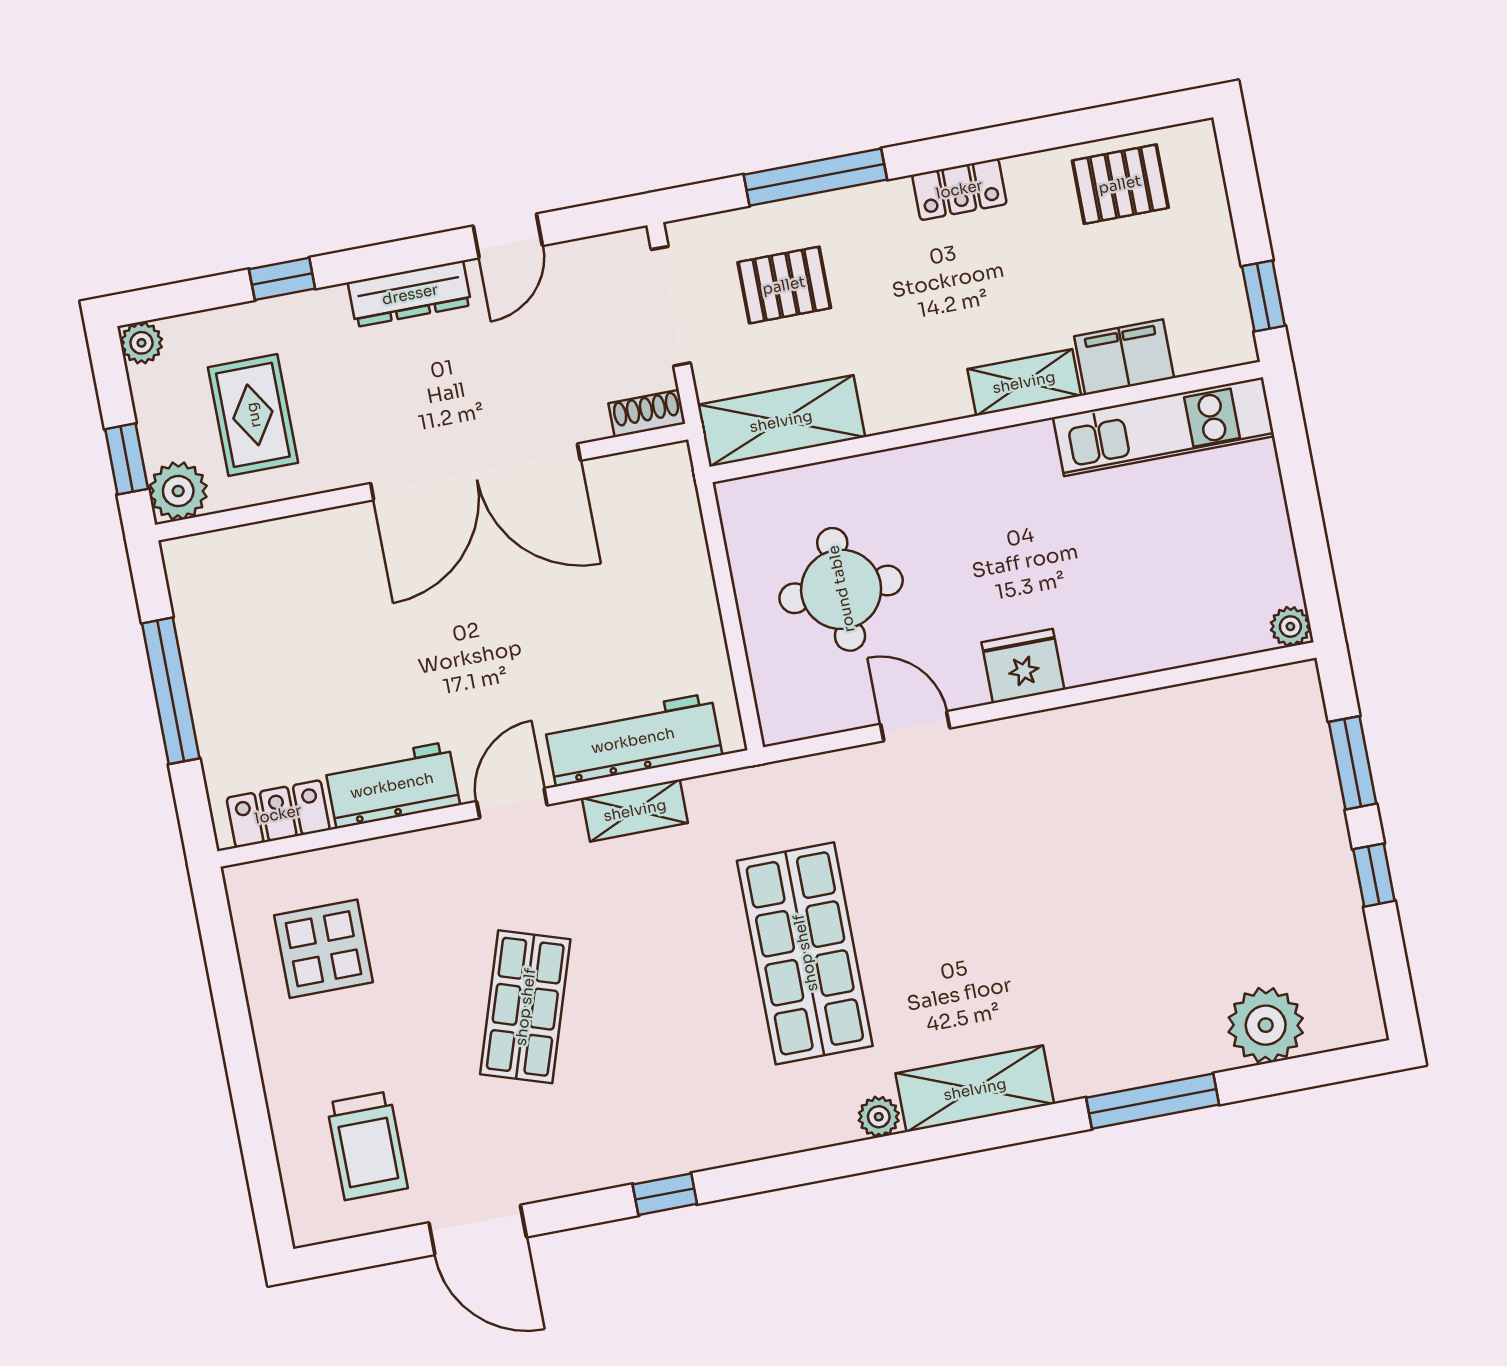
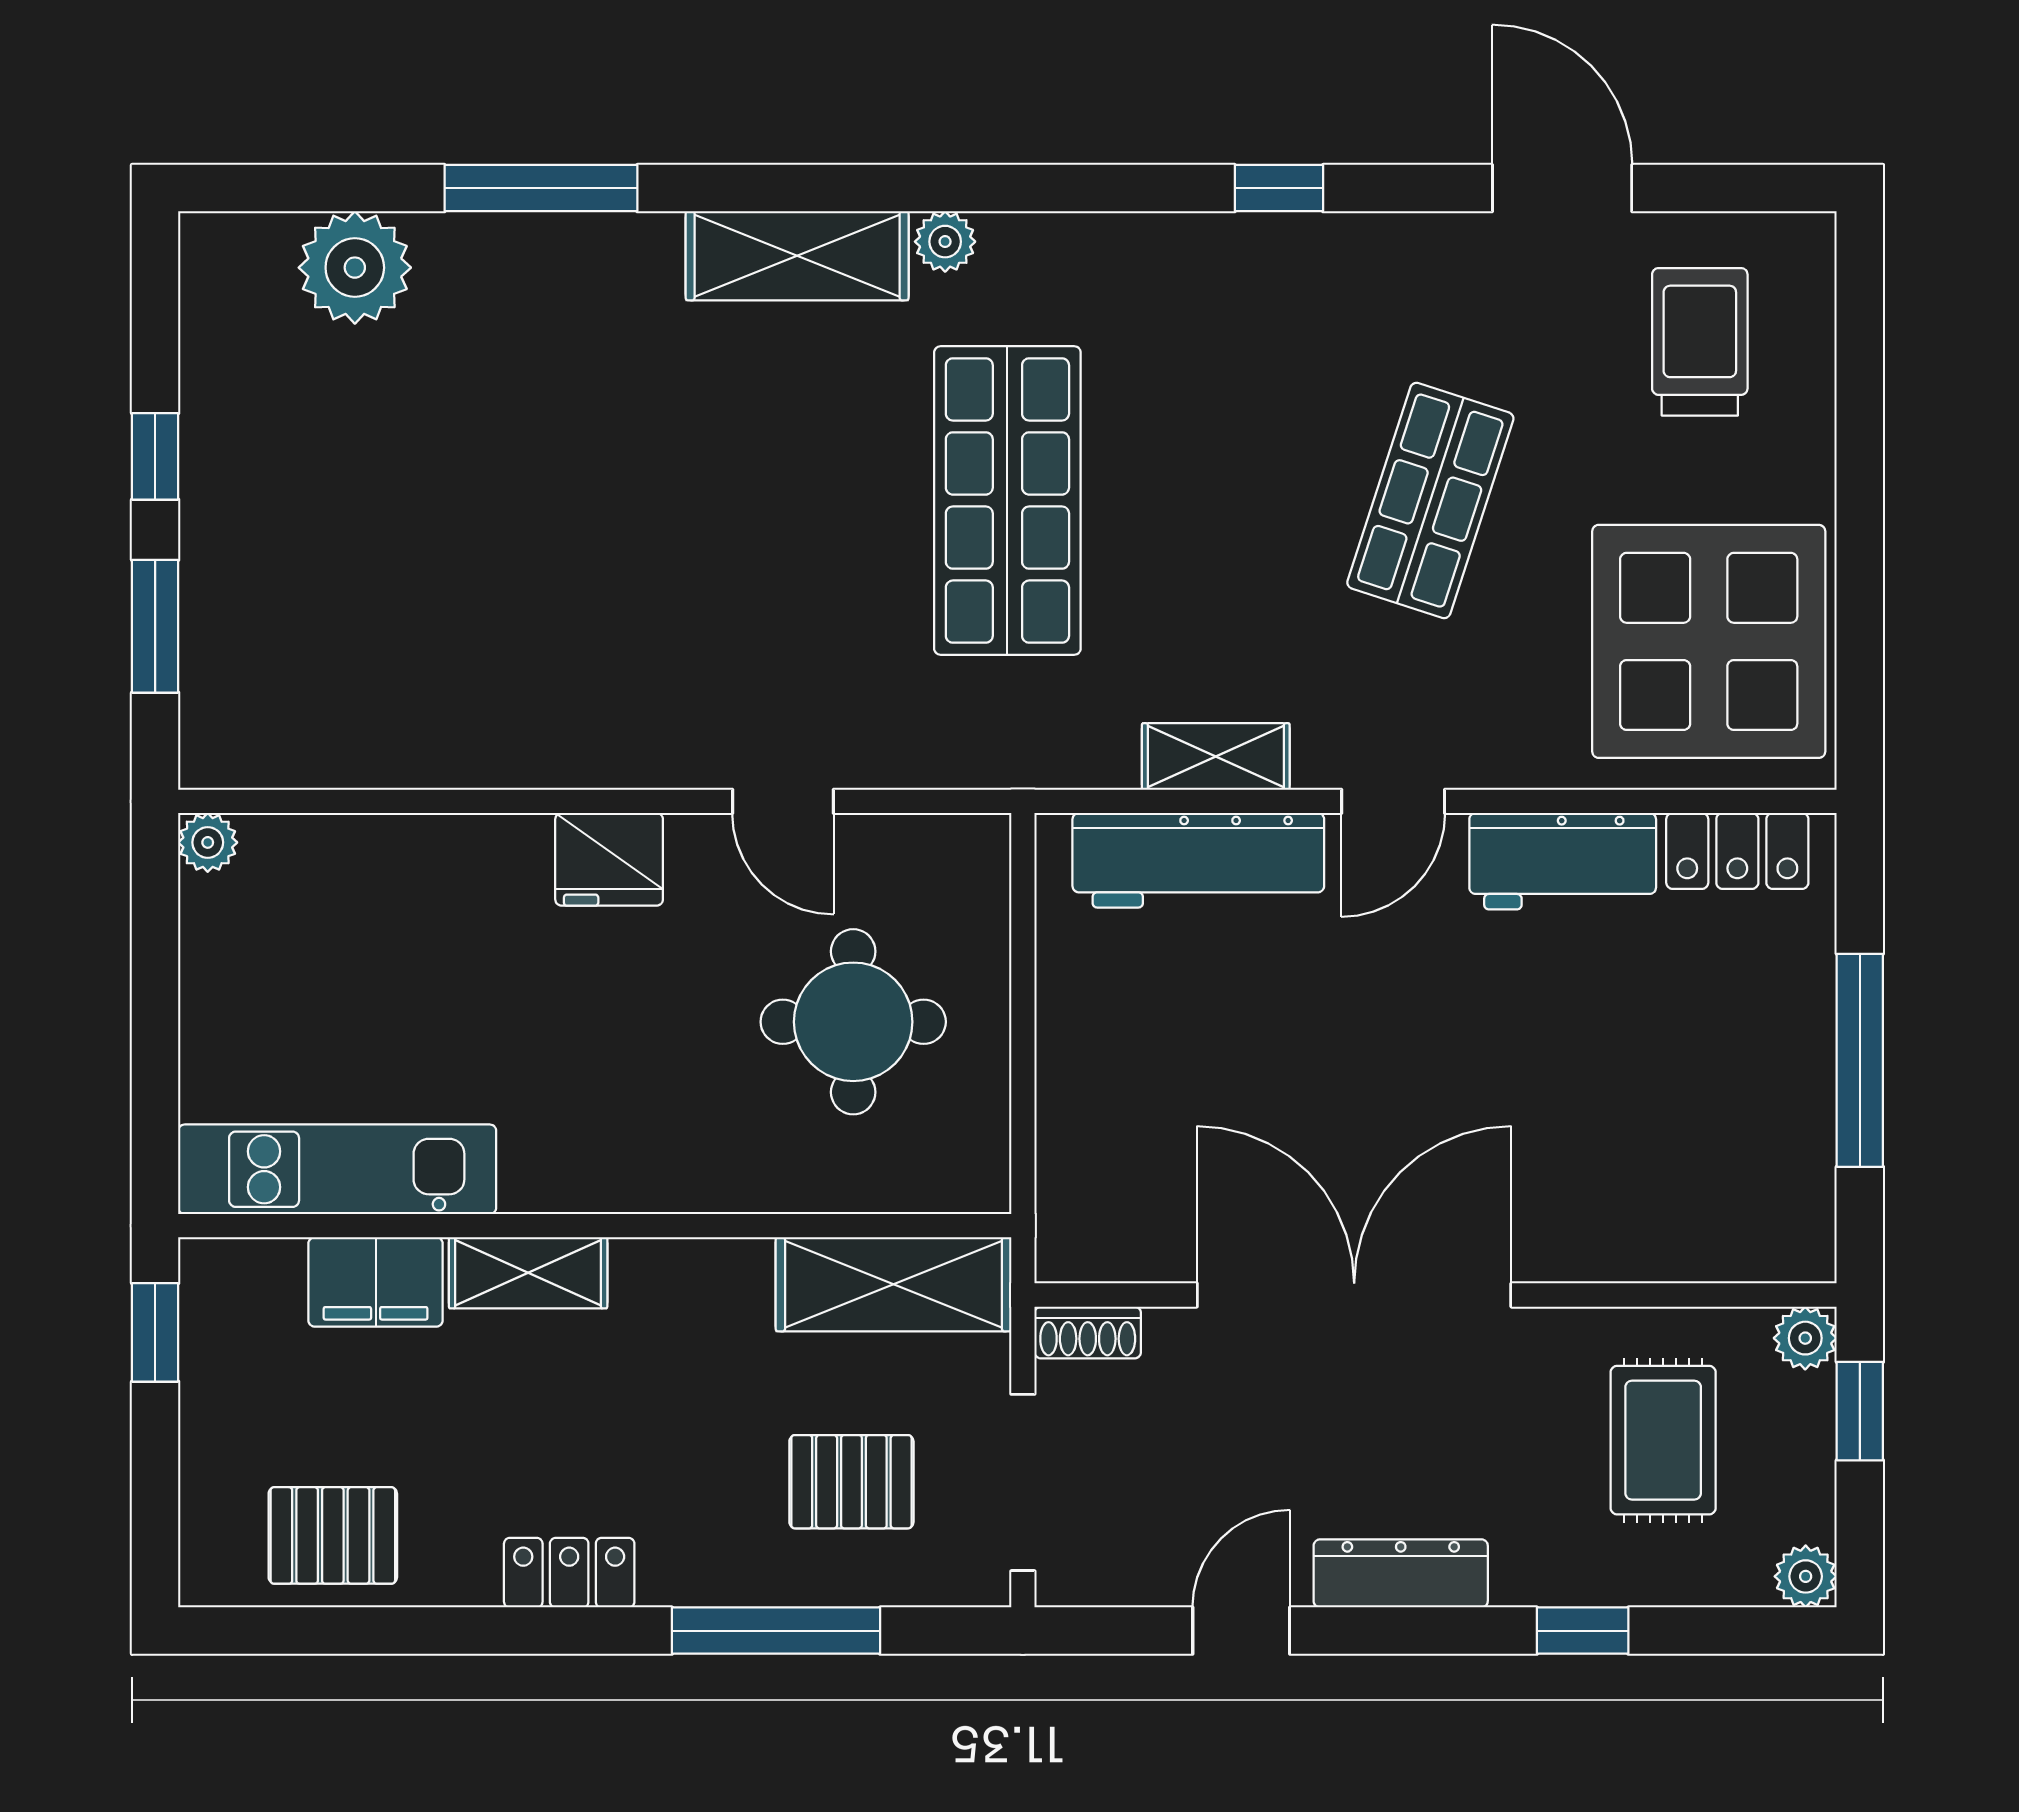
plant: (178, 491) -> (1805, 1338), width x0.73, depth x0.73
display table: (323, 949) -> (1709, 641), width x1.86, depth x1.86

